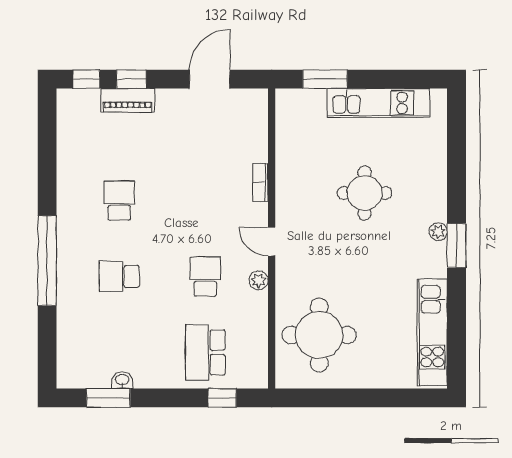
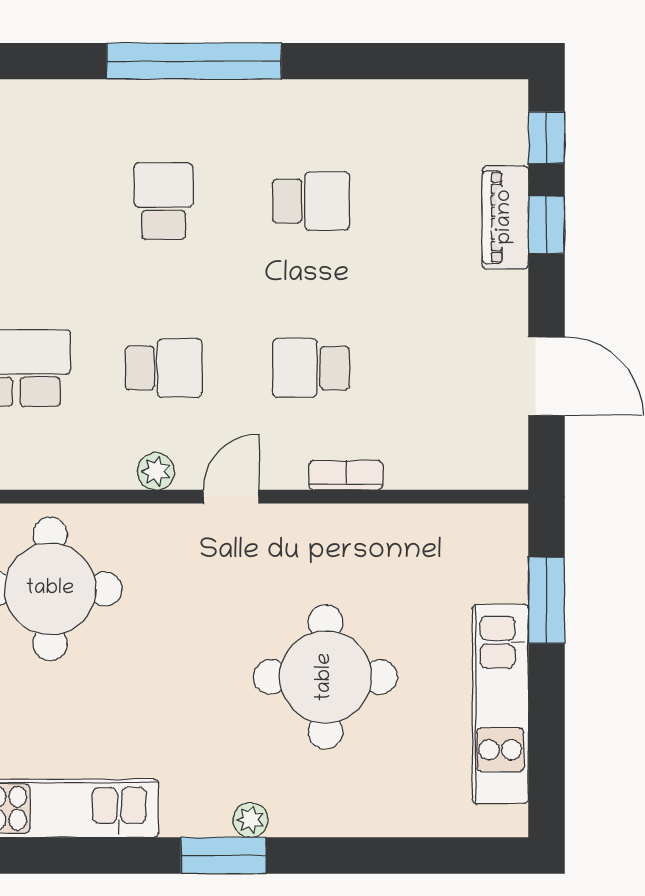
round table: (365, 193) -> (325, 677), width x1.36, depth x1.36
school desk: (205, 201) -> (311, 368), added

